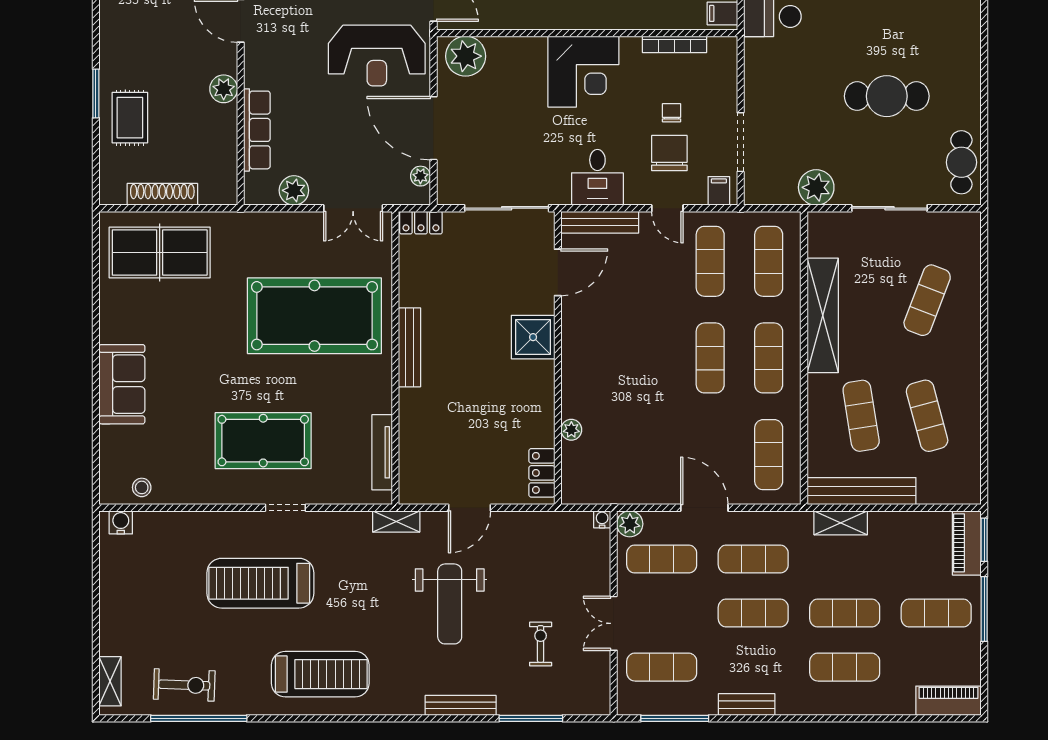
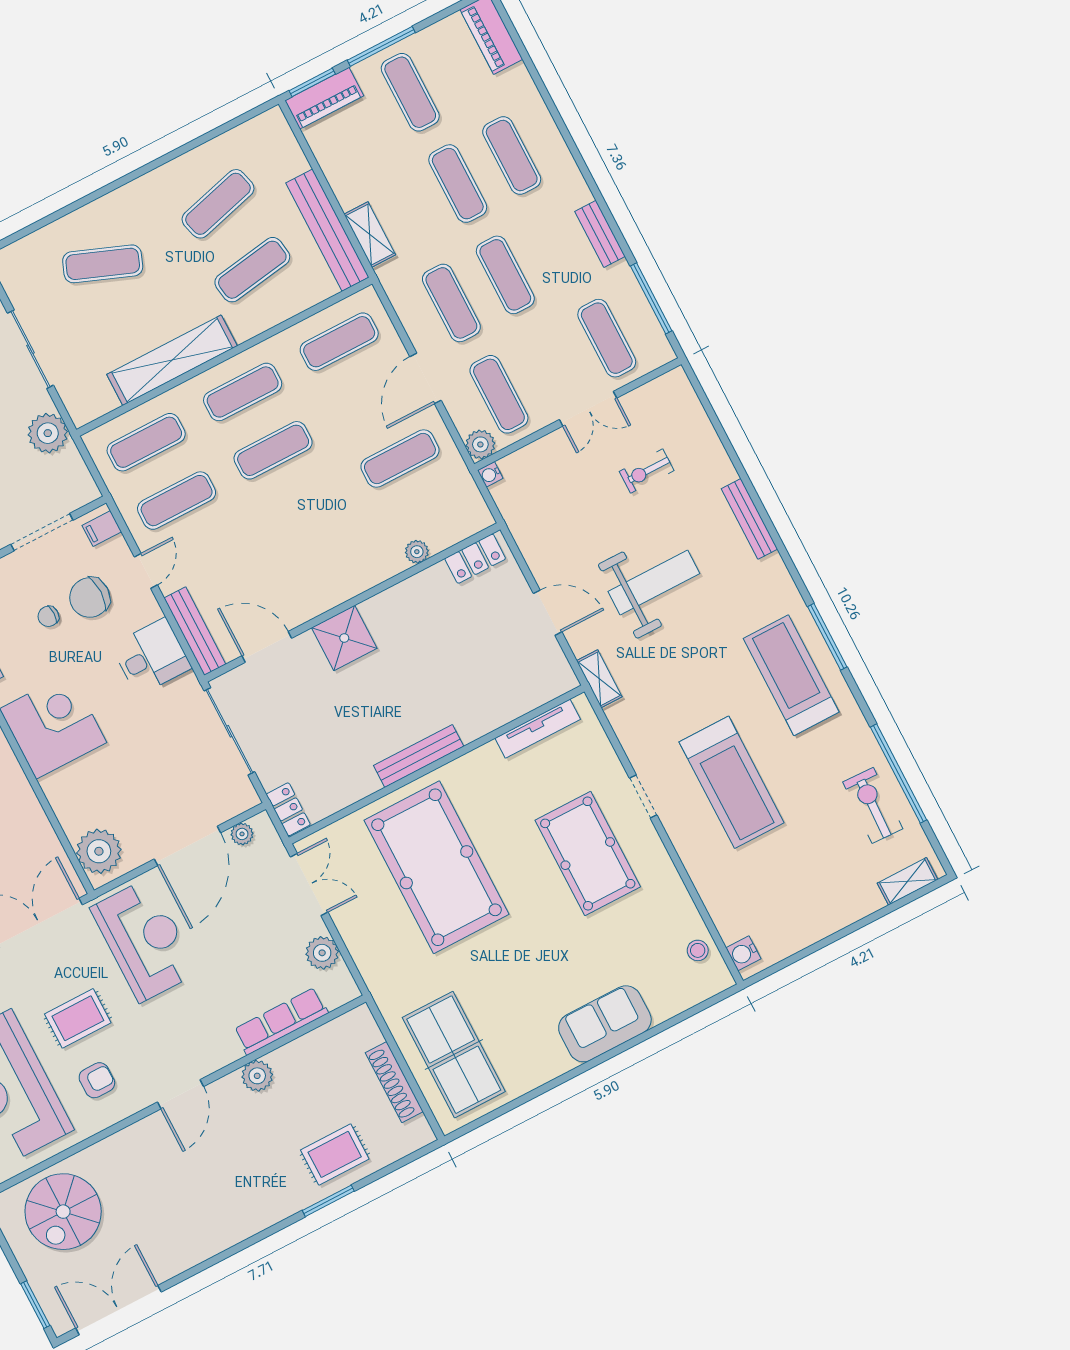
exercise mat: (652, 455) -> (400, 458), added
window: (531, 718) -> (827, 637), moved

